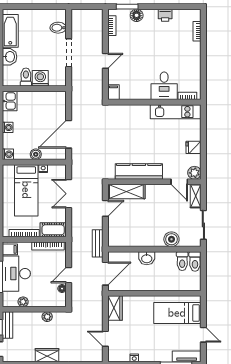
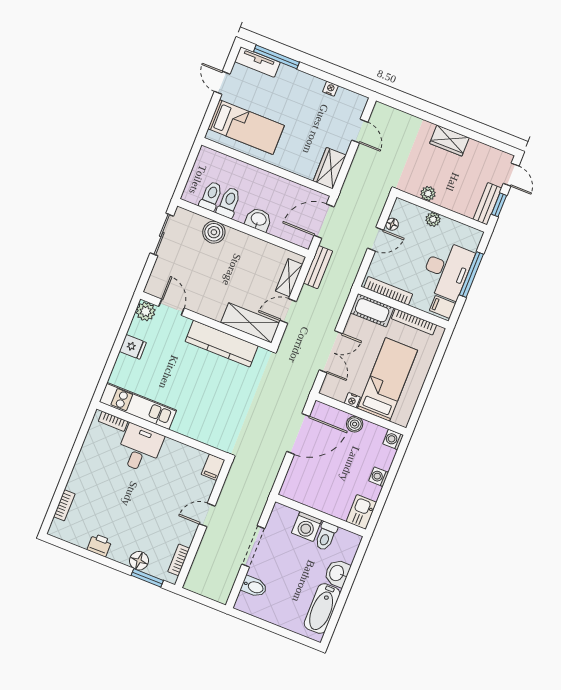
shelving: (196, 196) -> (289, 278), moved
toilet: (195, 262) -> (229, 203), moved
plant: (23, 302) -> (433, 219), moved

